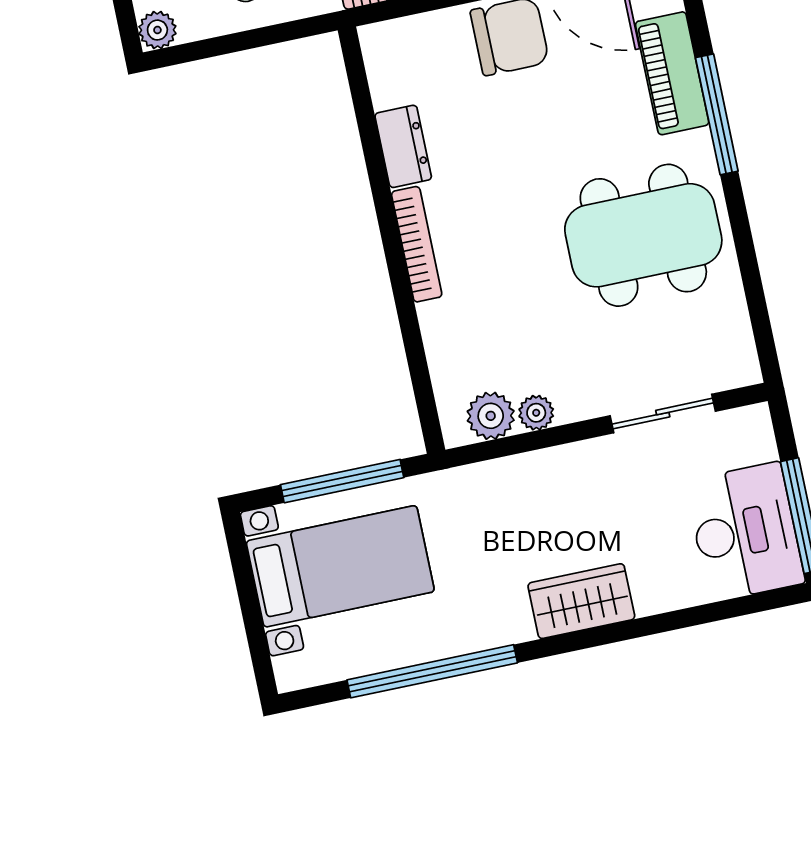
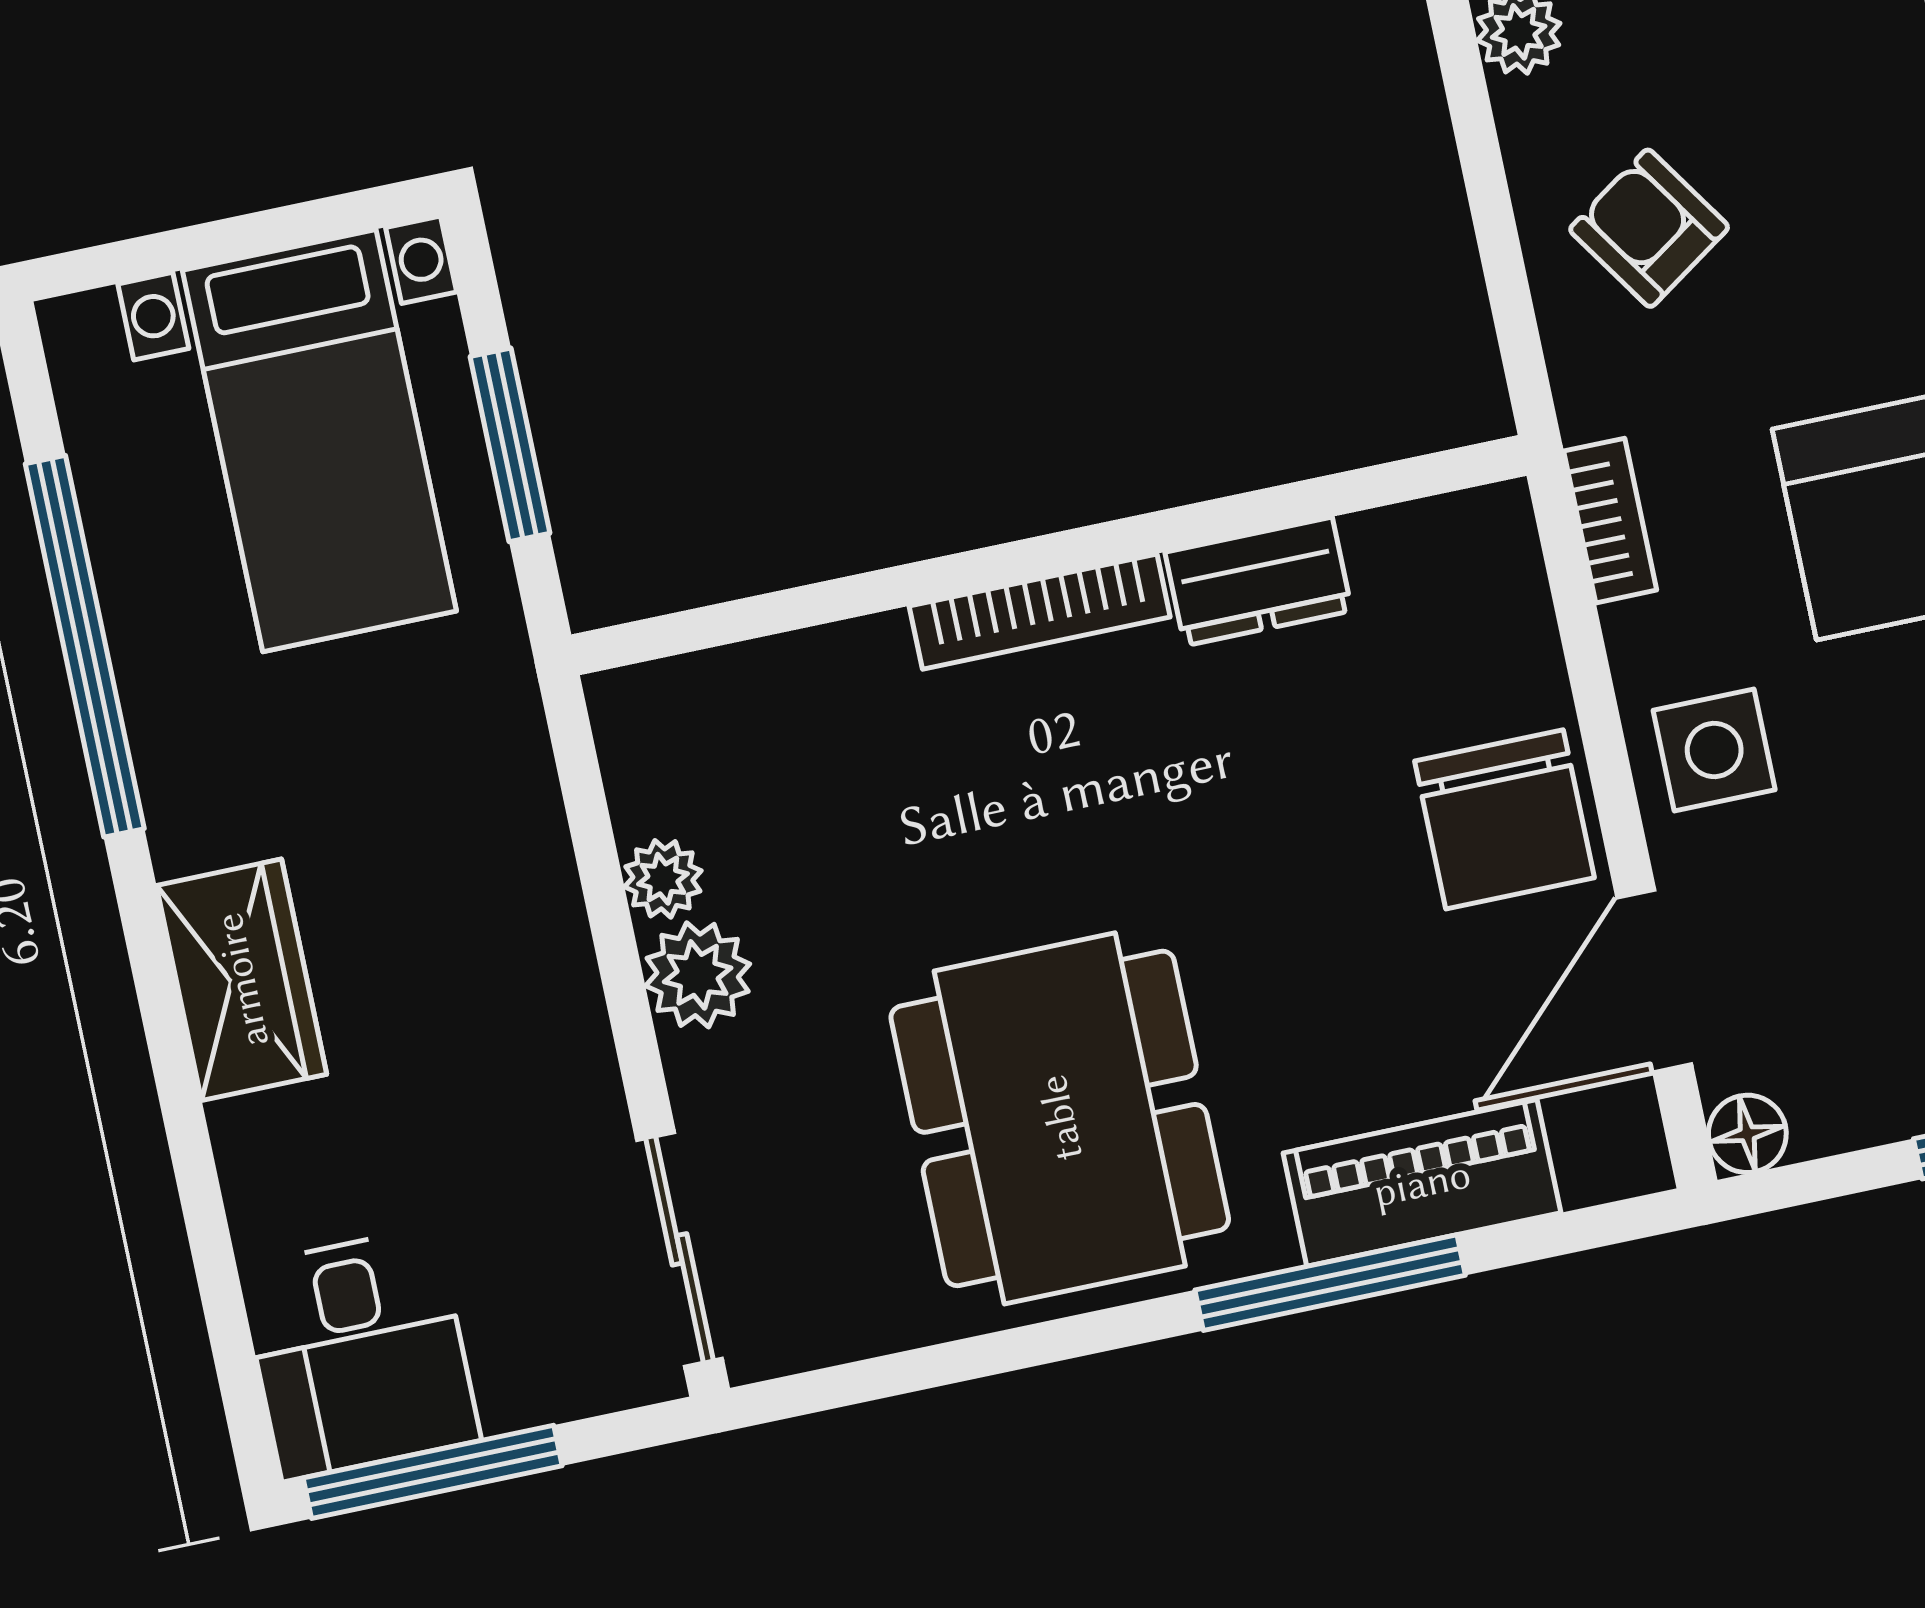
sliding door: (663, 414) -> (680, 1249), moved
plant: (491, 416) -> (698, 975), moved
window: (342, 481) -> (510, 445), width x0.69
desk: (745, 532) -> (359, 1354), width x0.73

